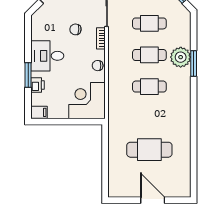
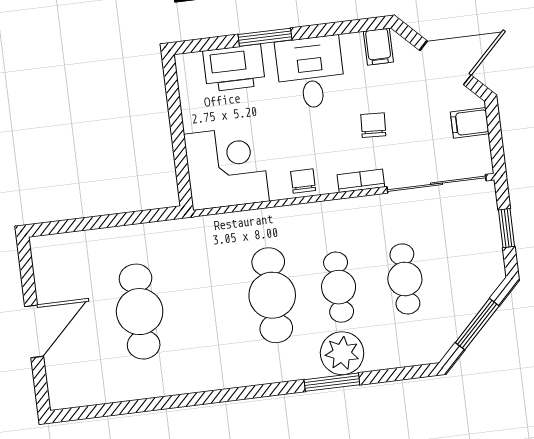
printer: (37, 85) -> (234, 68), width x1.87, depth x1.48
cafe table: (149, 87) -> (272, 295), width x1.37, depth x1.35
filing cabinet: (39, 112) -> (378, 47), moved

